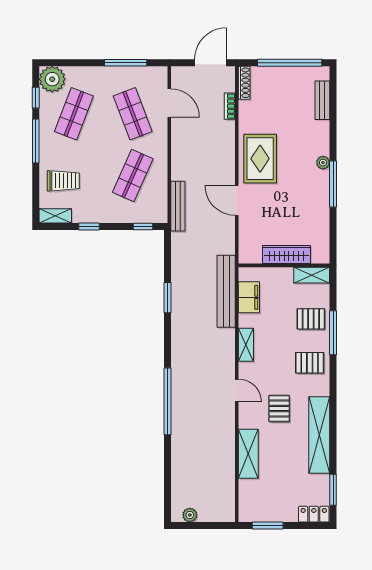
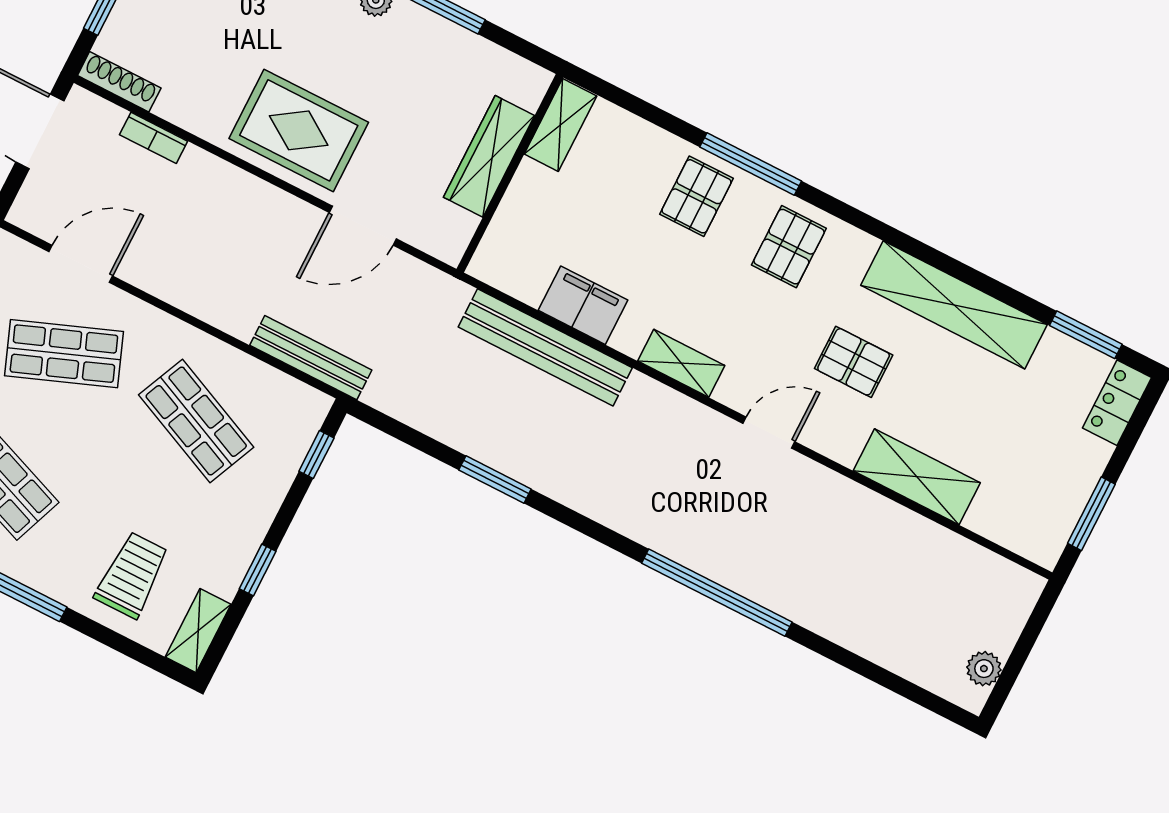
wardrobe: (286, 255) -> (489, 156), moved
wall: (284, 265) -> (510, 173), moved
shelving: (312, 275) -> (560, 125), moved

